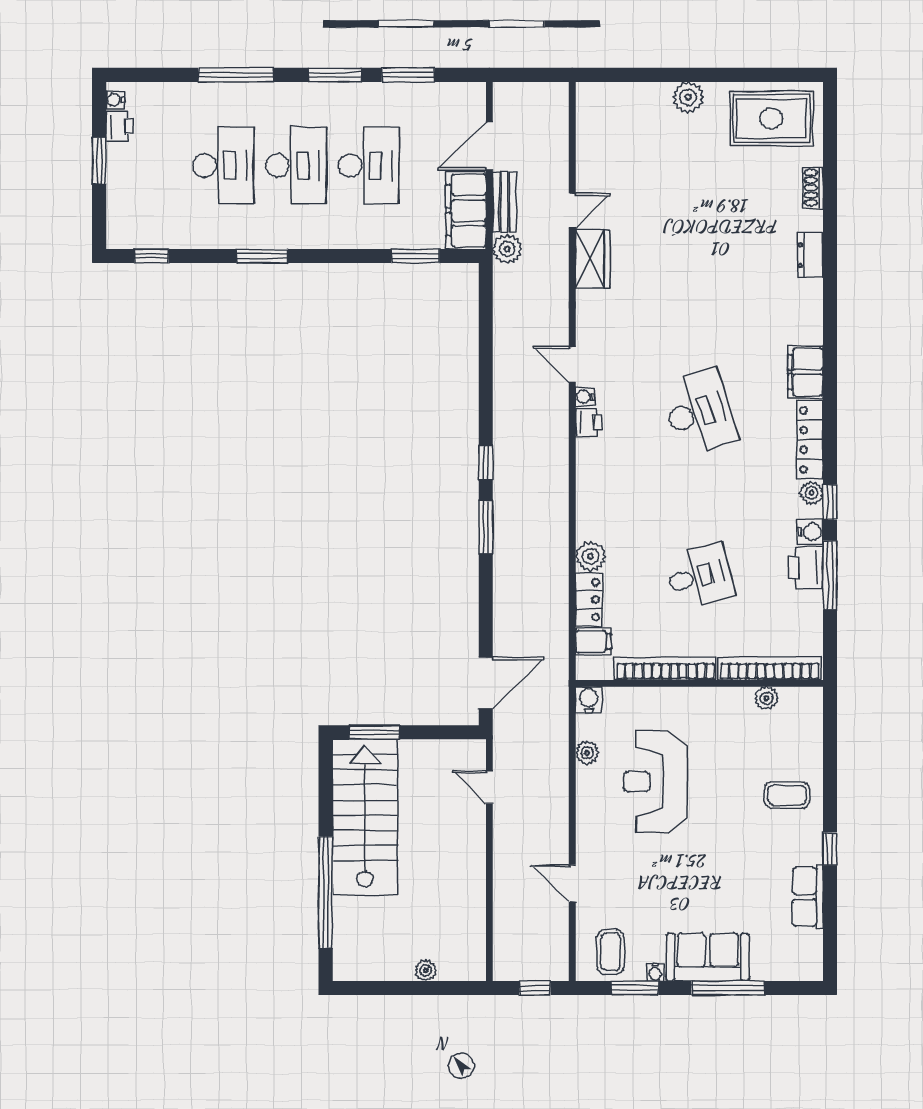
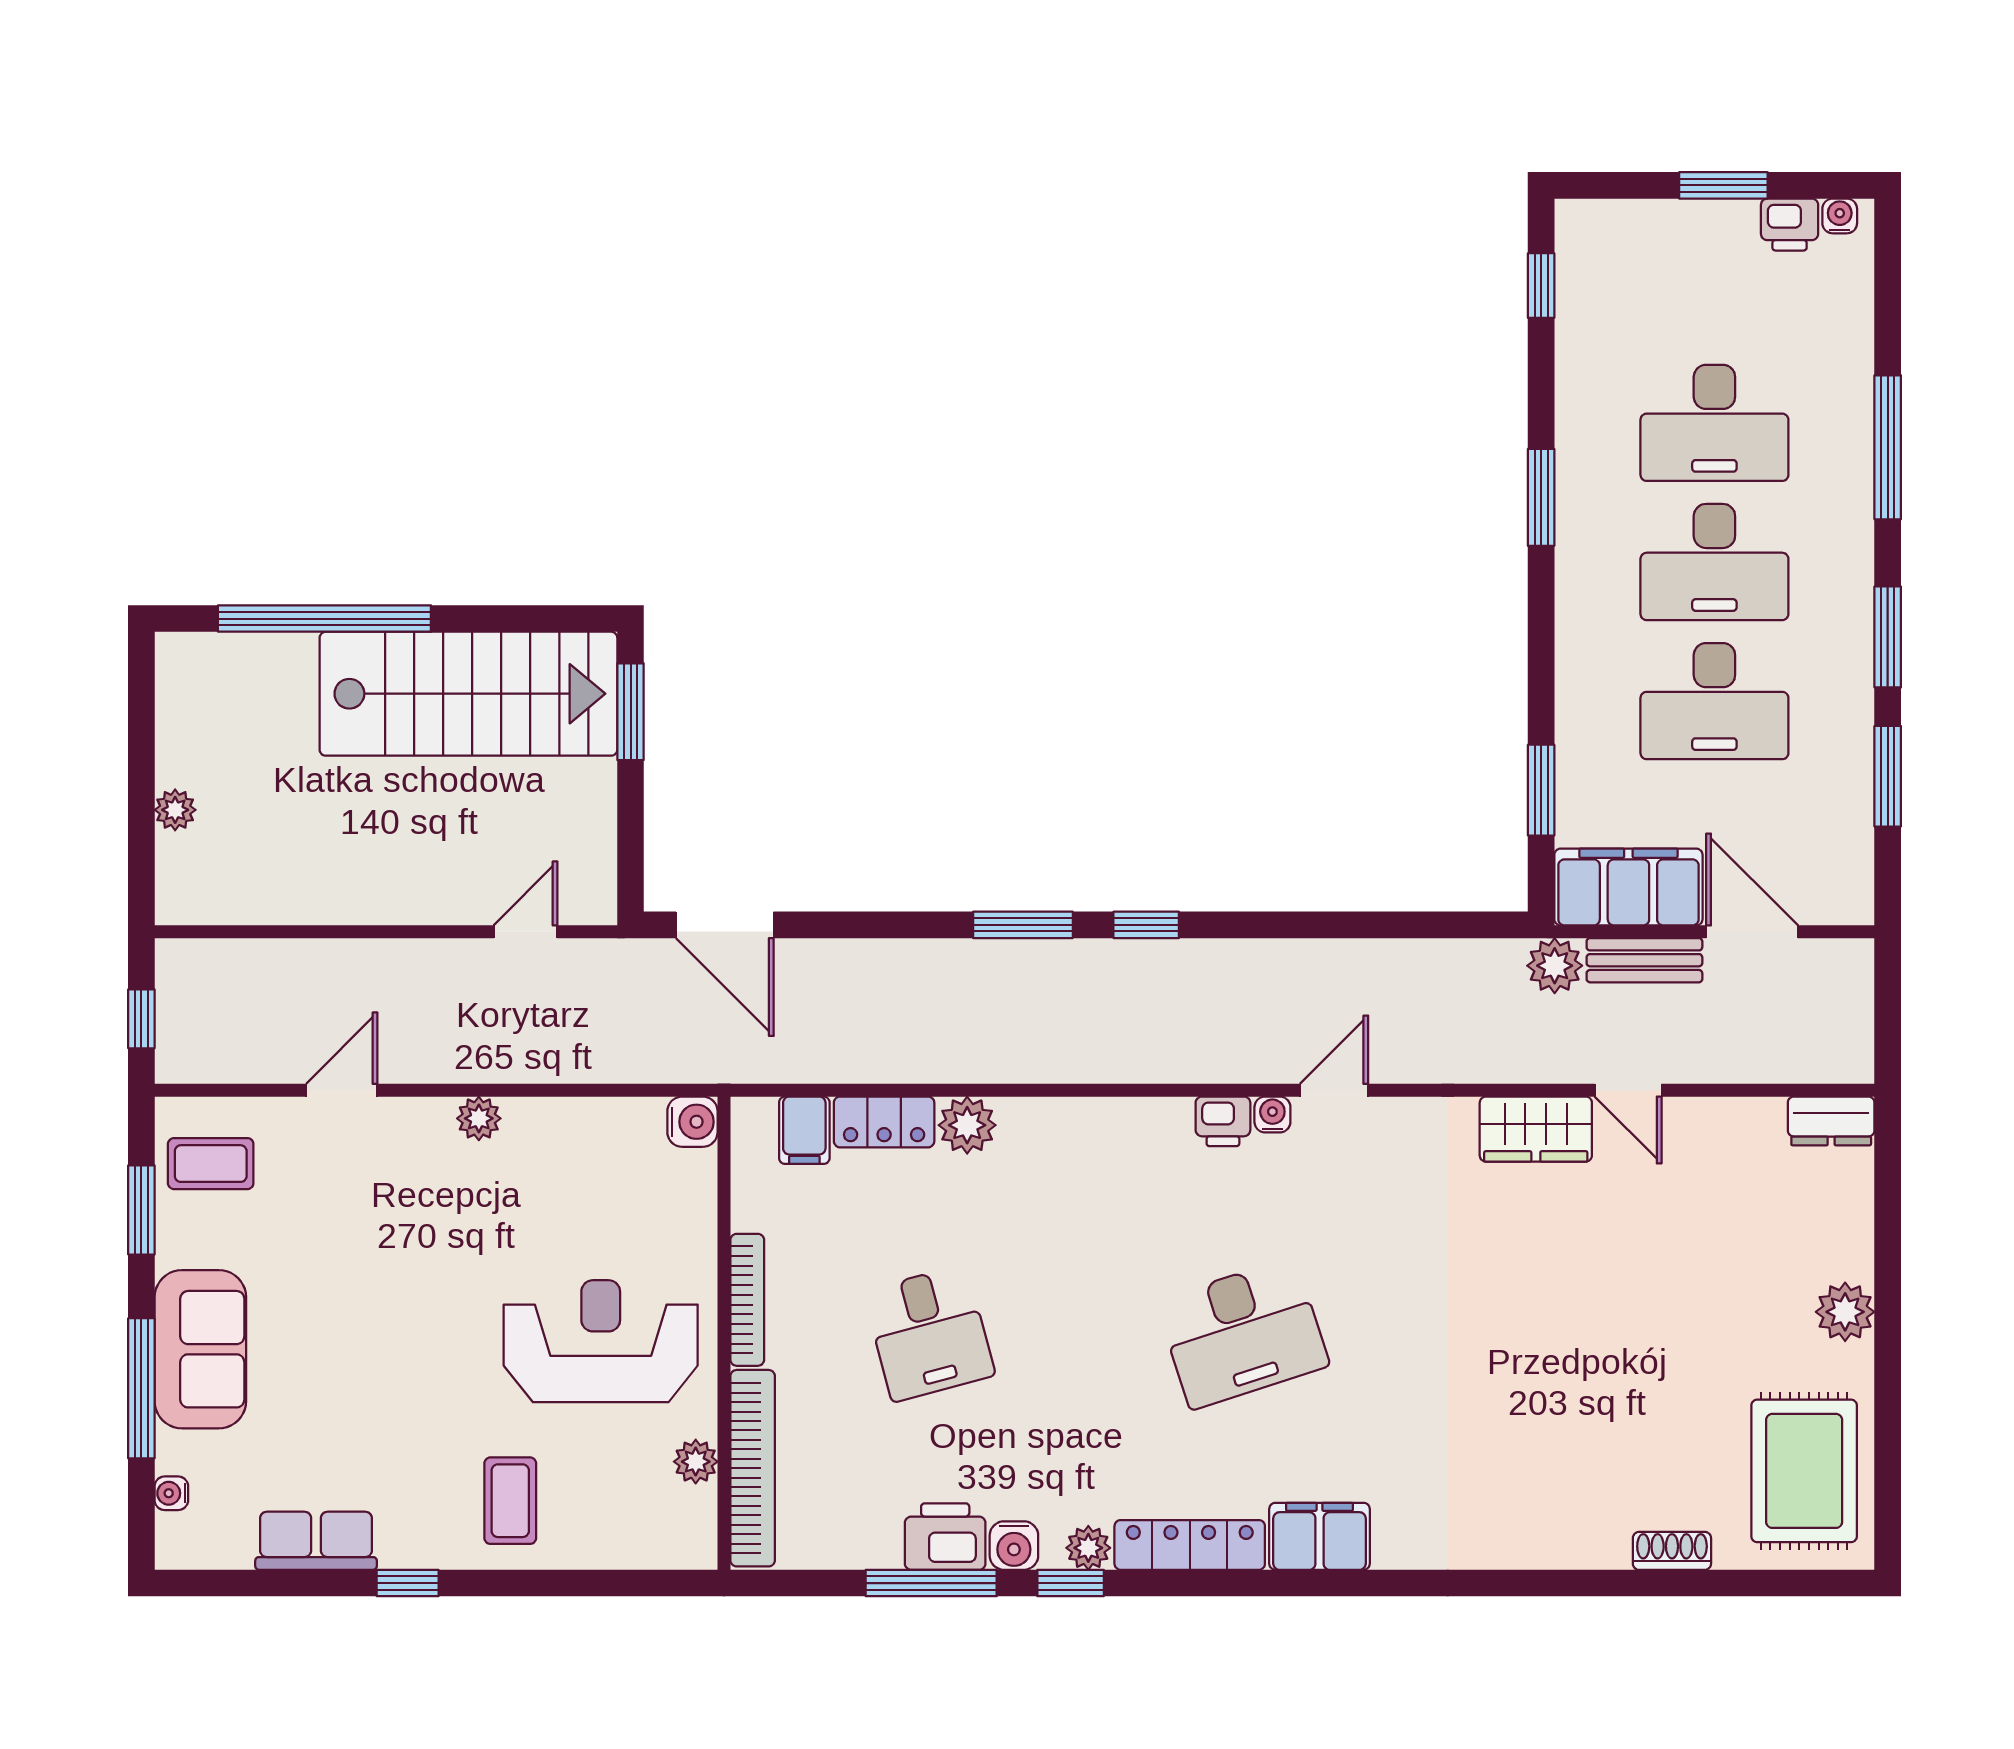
dresser: (810, 255) -> (1831, 1121), moved, turned 180
bookcase: (665, 668) -> (747, 1300), width x0.68, depth x0.76
plant: (587, 753) -> (479, 1118), moved
reception desk: (655, 782) -> (601, 1341), moved
water cooler: (655, 972) -> (171, 1493), moved

